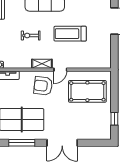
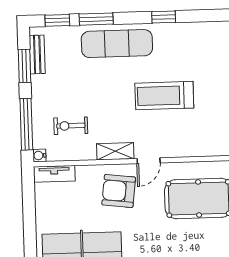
exercise bike: (31, 36) -> (71, 126), moved

